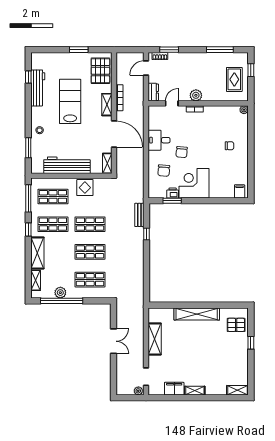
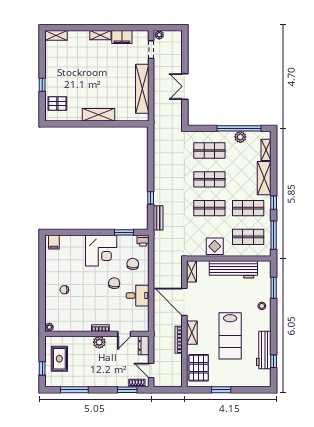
door: (146, 68) -> (151, 371), swing flipped
printer: (173, 193) -> (143, 241), moved
shelving: (197, 314) -> (98, 115), width x0.68
shelving: (155, 339) -> (142, 89), width x1.47

